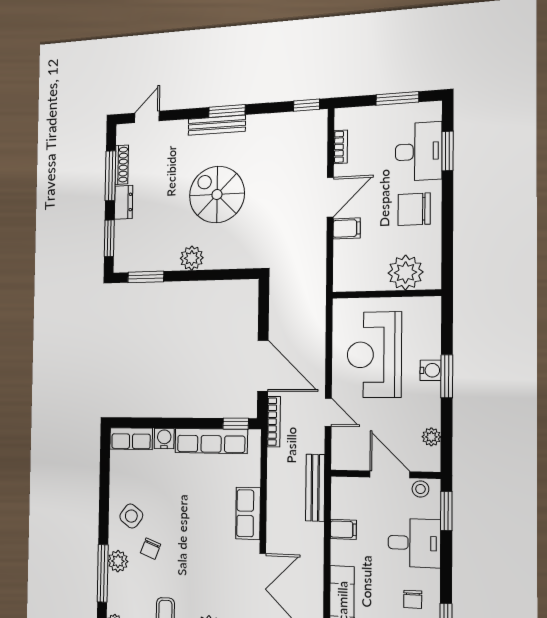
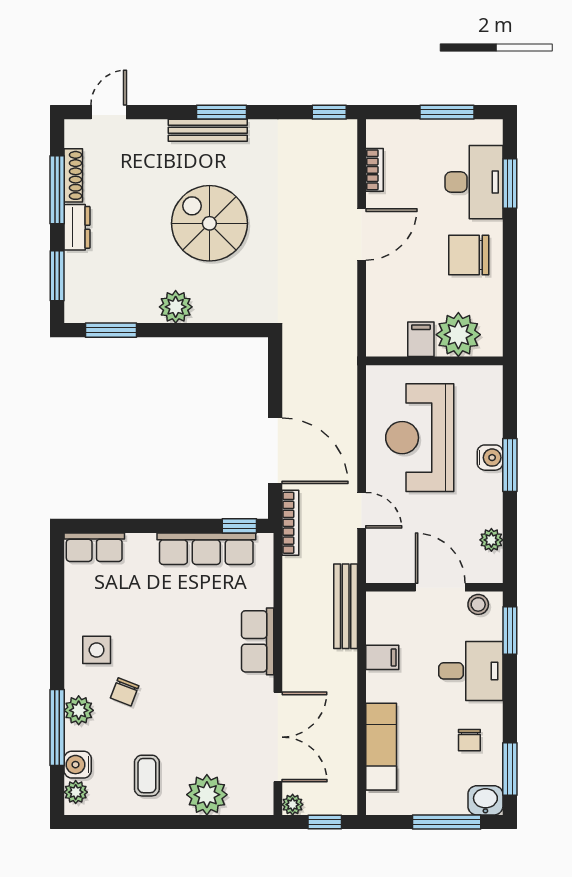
filing cabinet: (347, 228) -> (421, 339), moved, turned -90
water cooler: (164, 438) -> (78, 765), moved, turned -90
side table: (131, 516) -> (97, 650), turned -37

